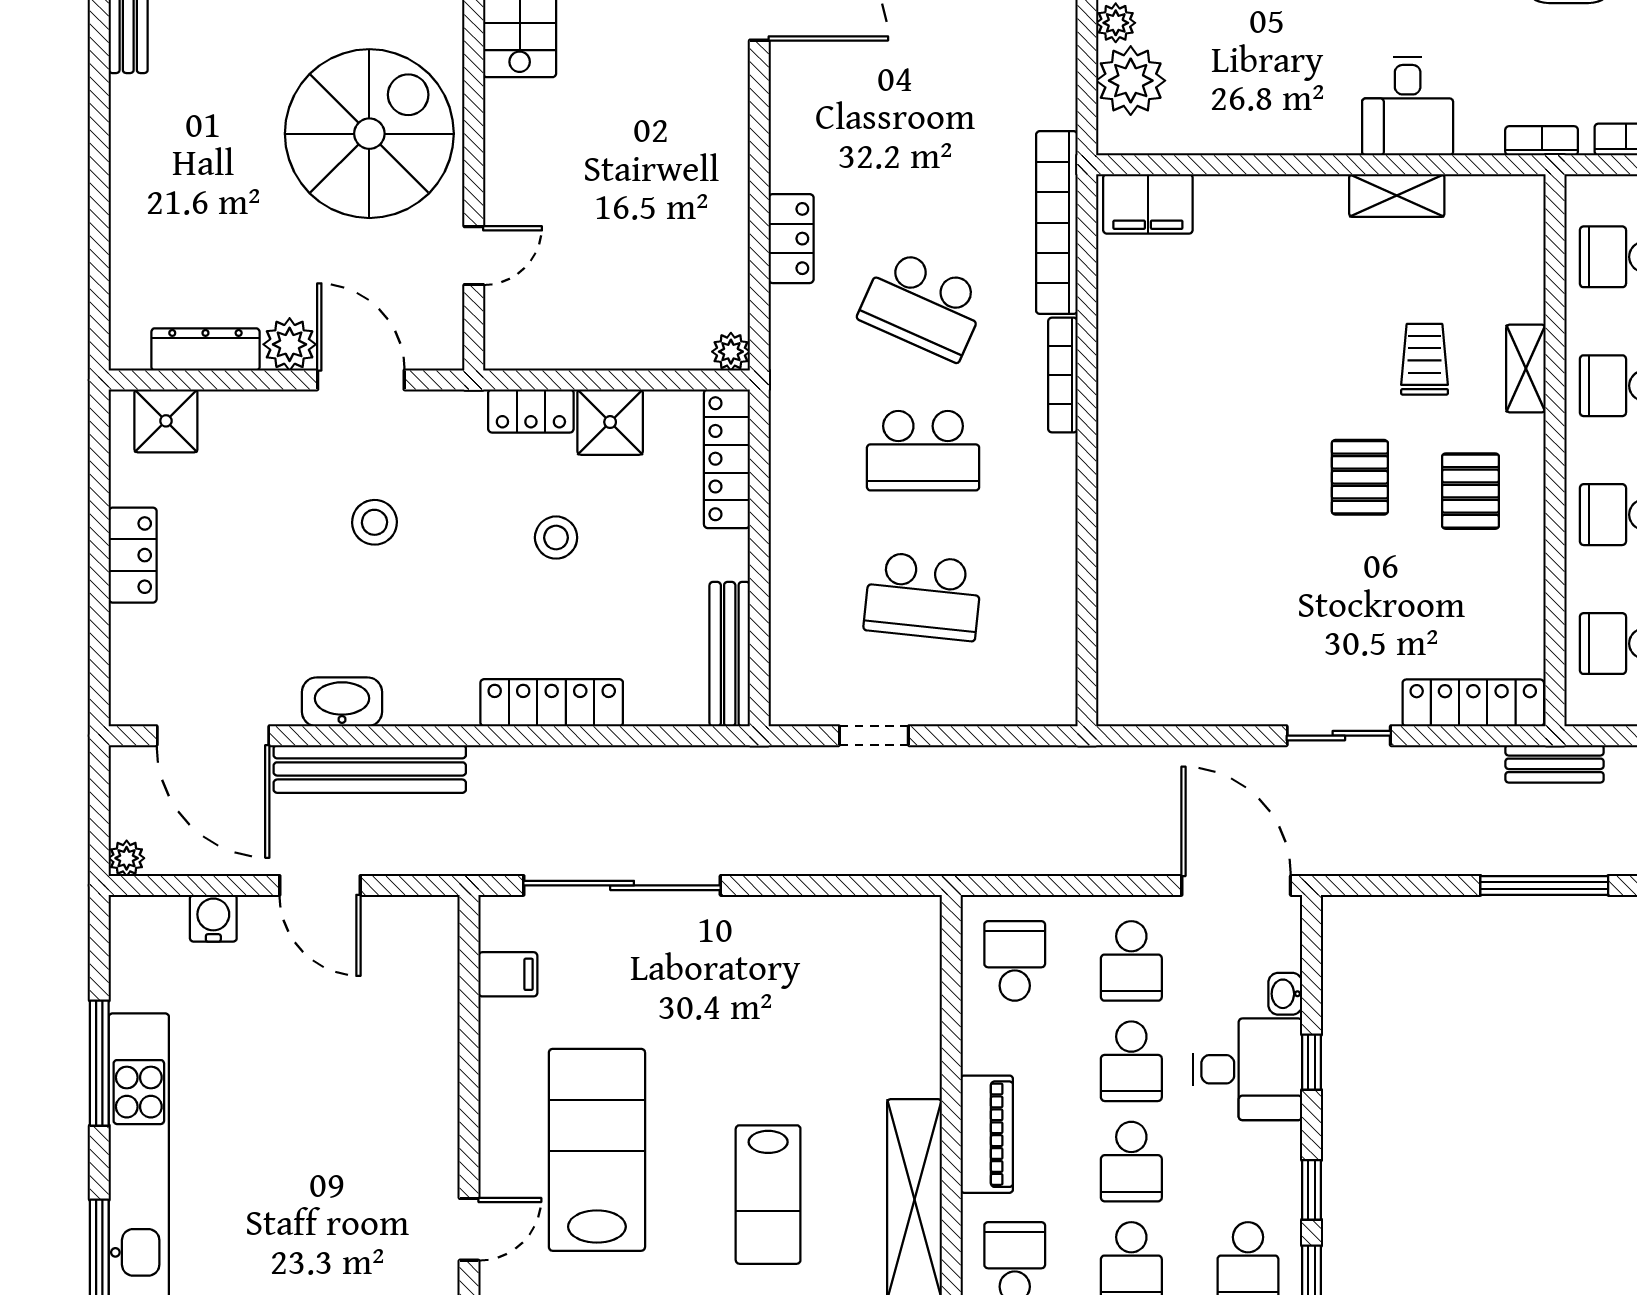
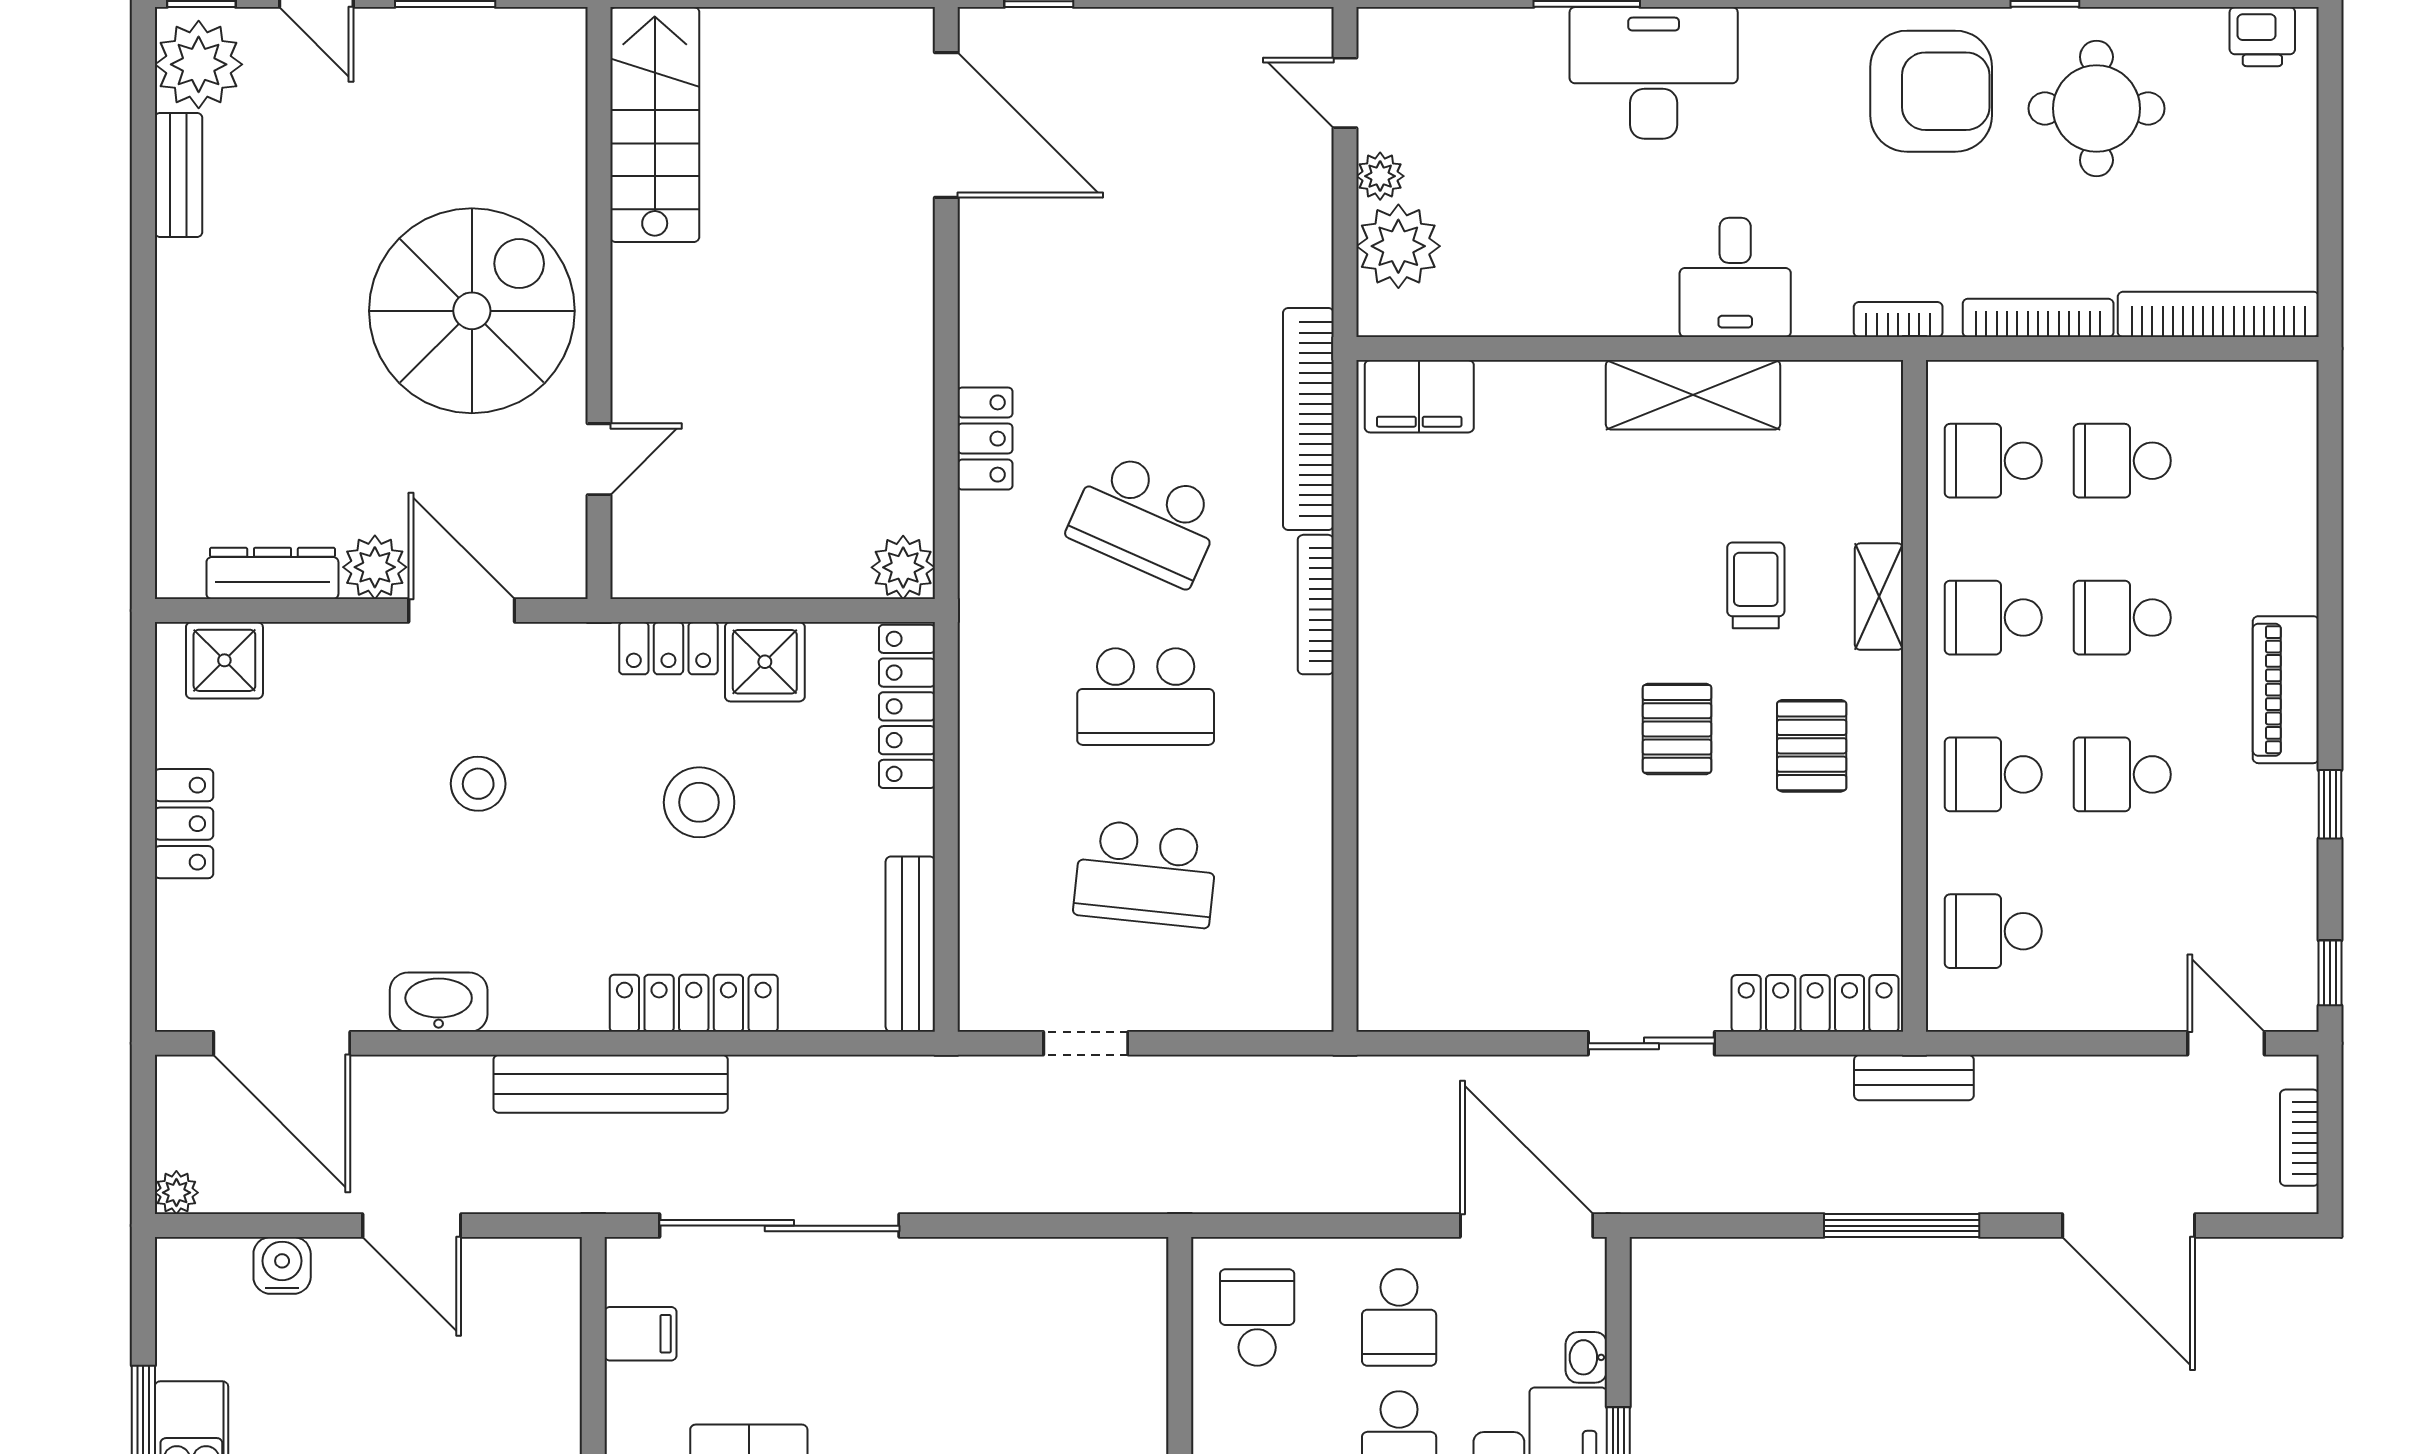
shelving: (1397, 195) -> (1693, 395), width x1.50, depth x1.33
plant: (731, 352) -> (903, 567), width x1.38, depth x1.38
stool: (556, 538) -> (699, 802), width x1.38, depth x1.38
bench: (370, 769) -> (611, 1084), moved

